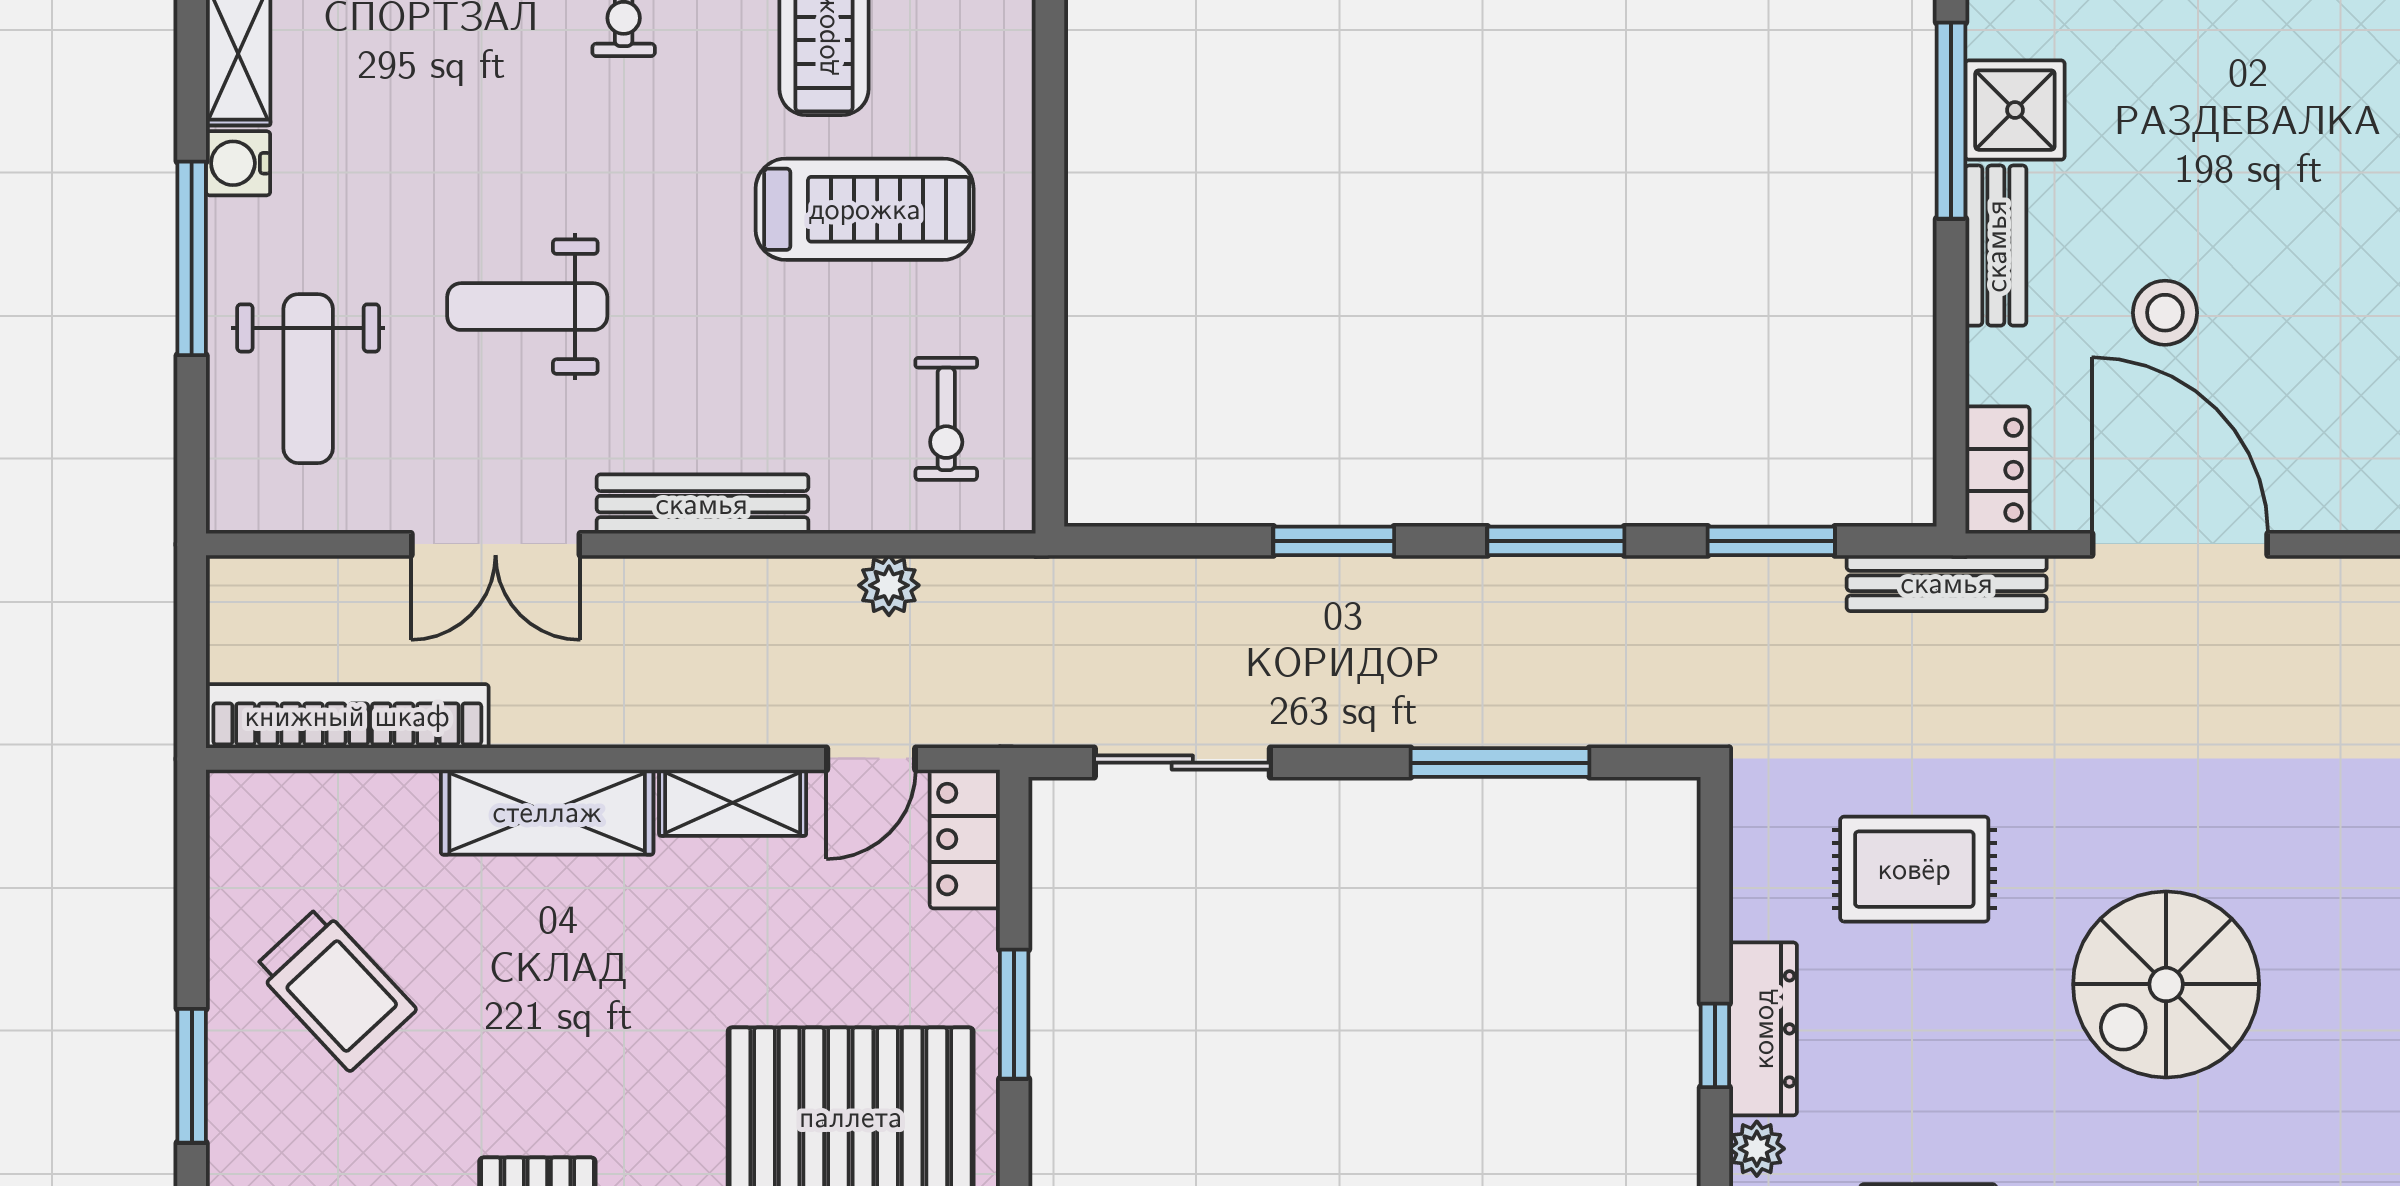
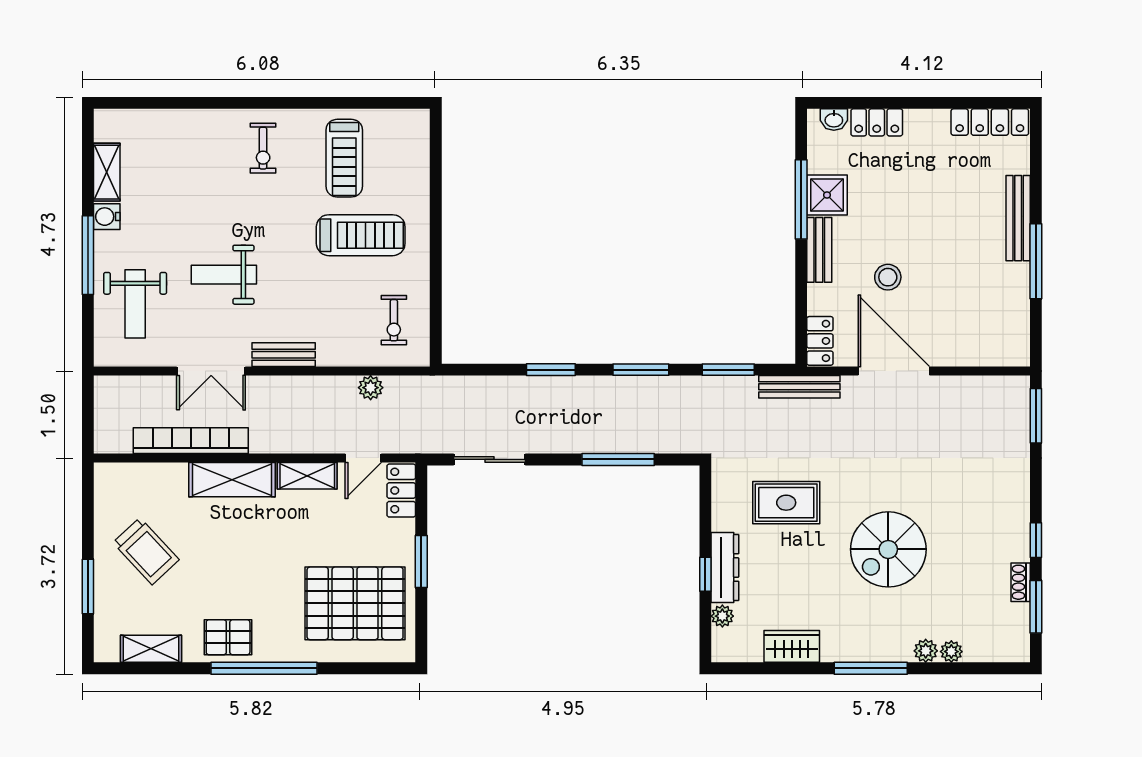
bench: (702, 504) -> (284, 355), width x0.73
bookcase: (347, 716) -> (191, 441), moved

